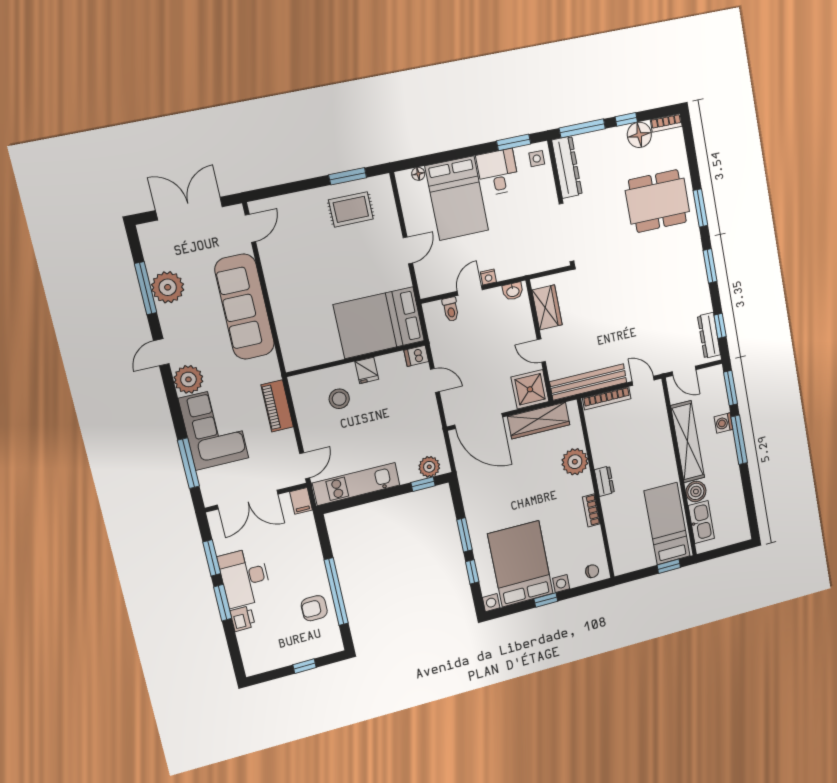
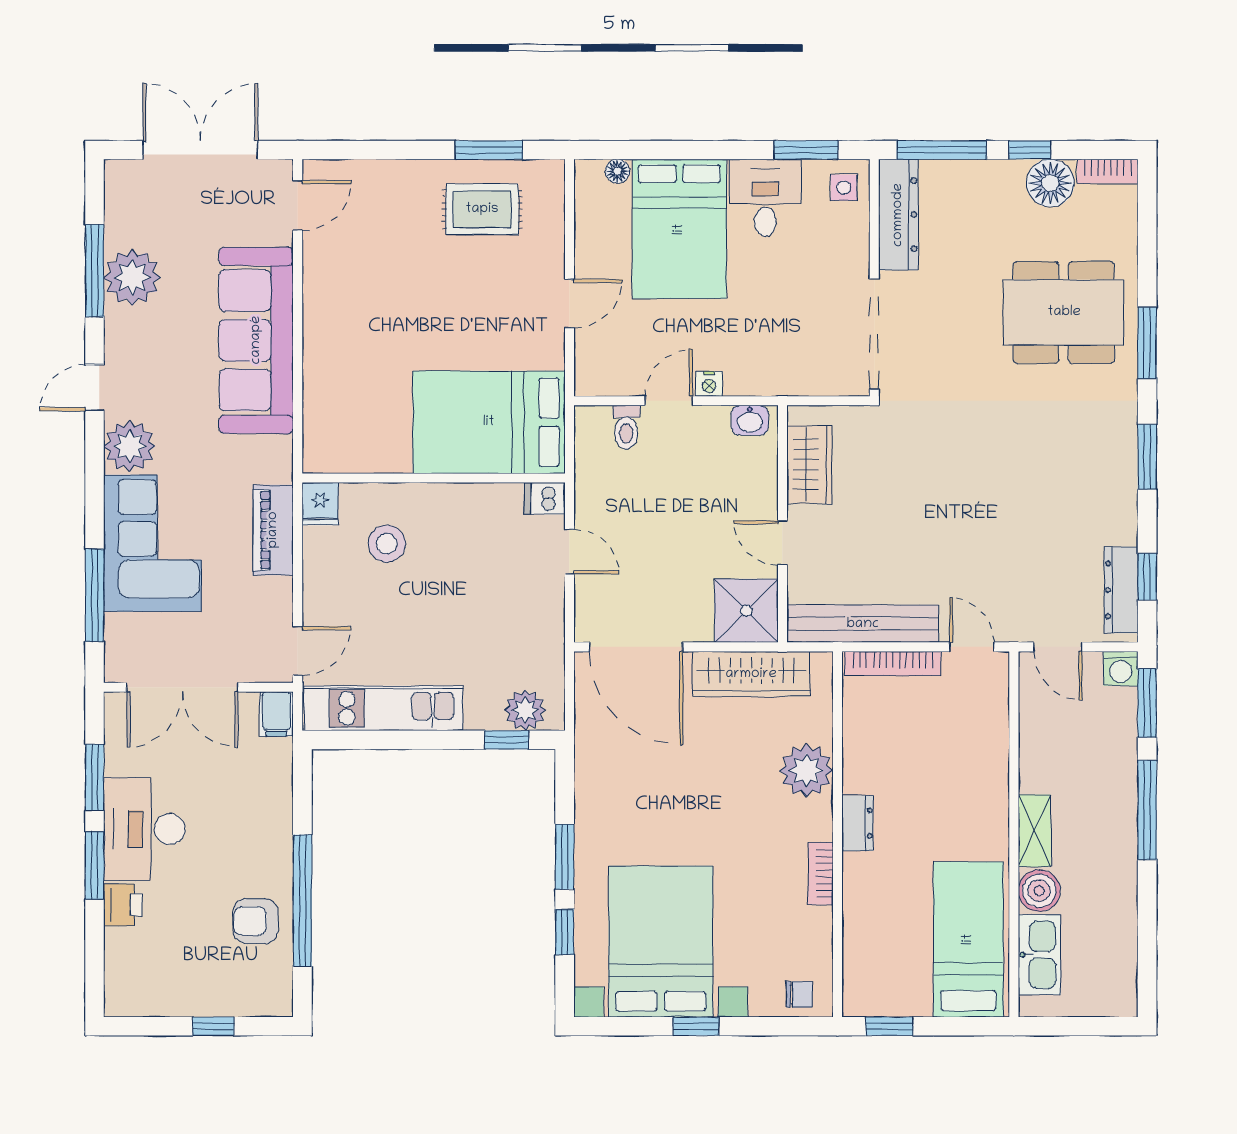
fridge: (367, 370) -> (320, 504), moved
washing machine: (724, 423) -> (1121, 669), moved, turned -90
shelving: (688, 442) -> (1035, 831), width x0.45, depth x0.75
window: (669, 566) -> (889, 1026), moved

